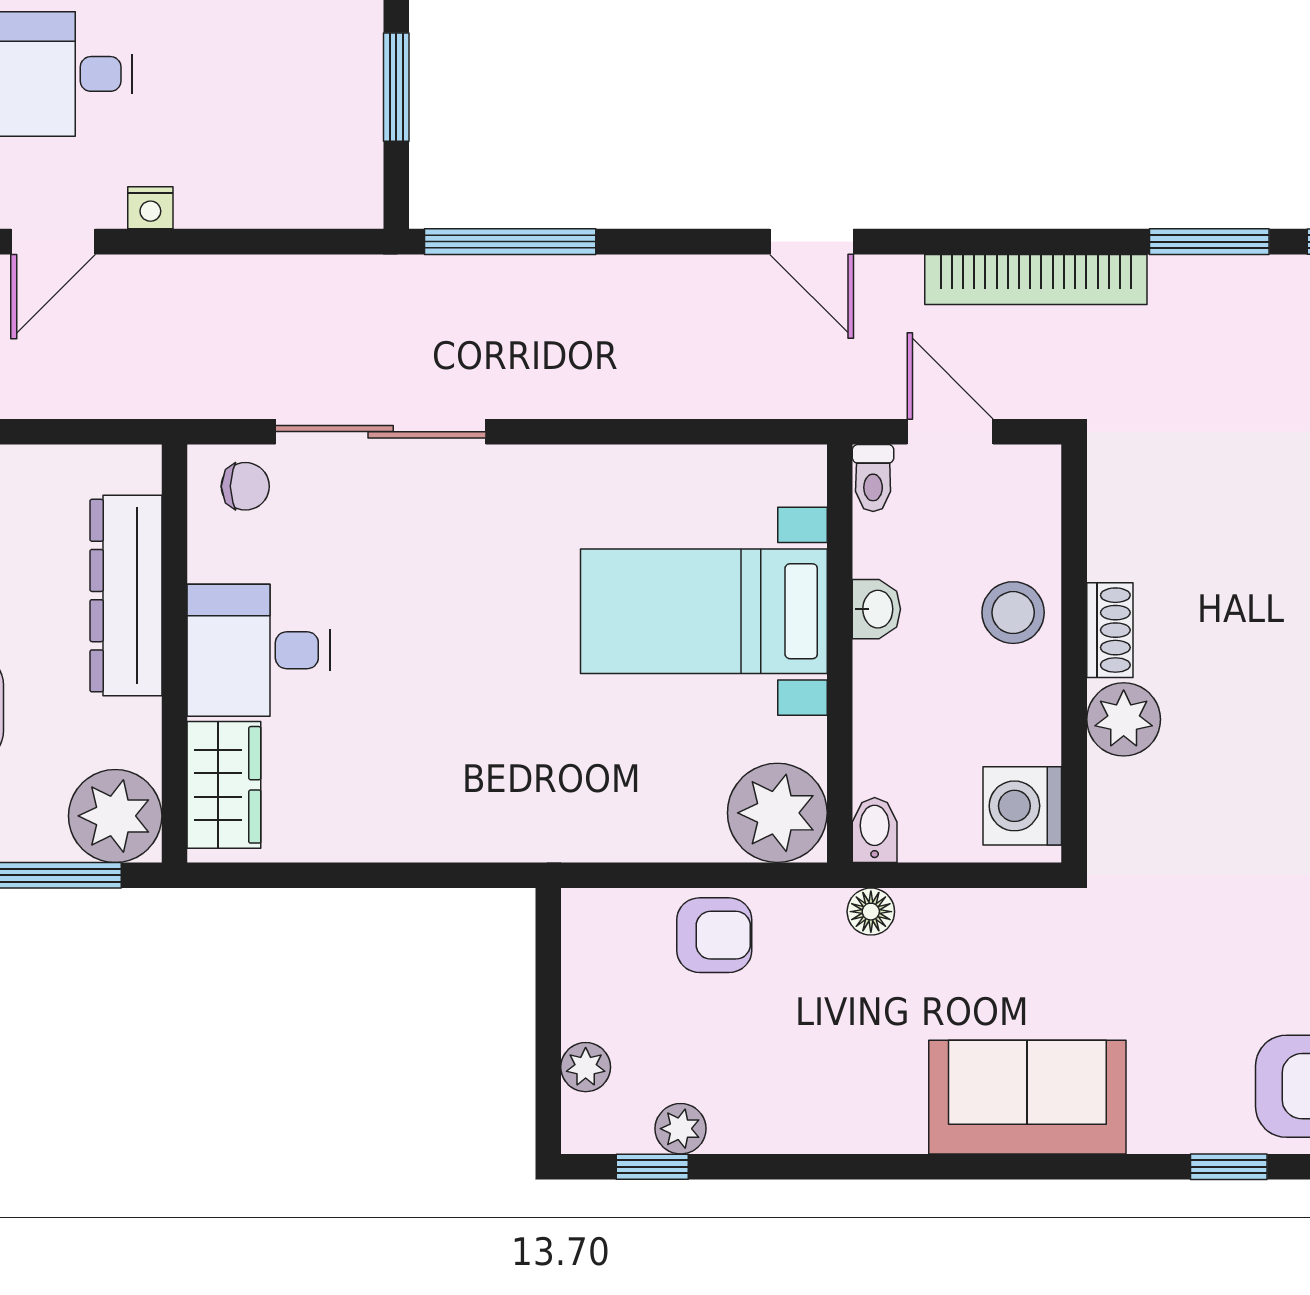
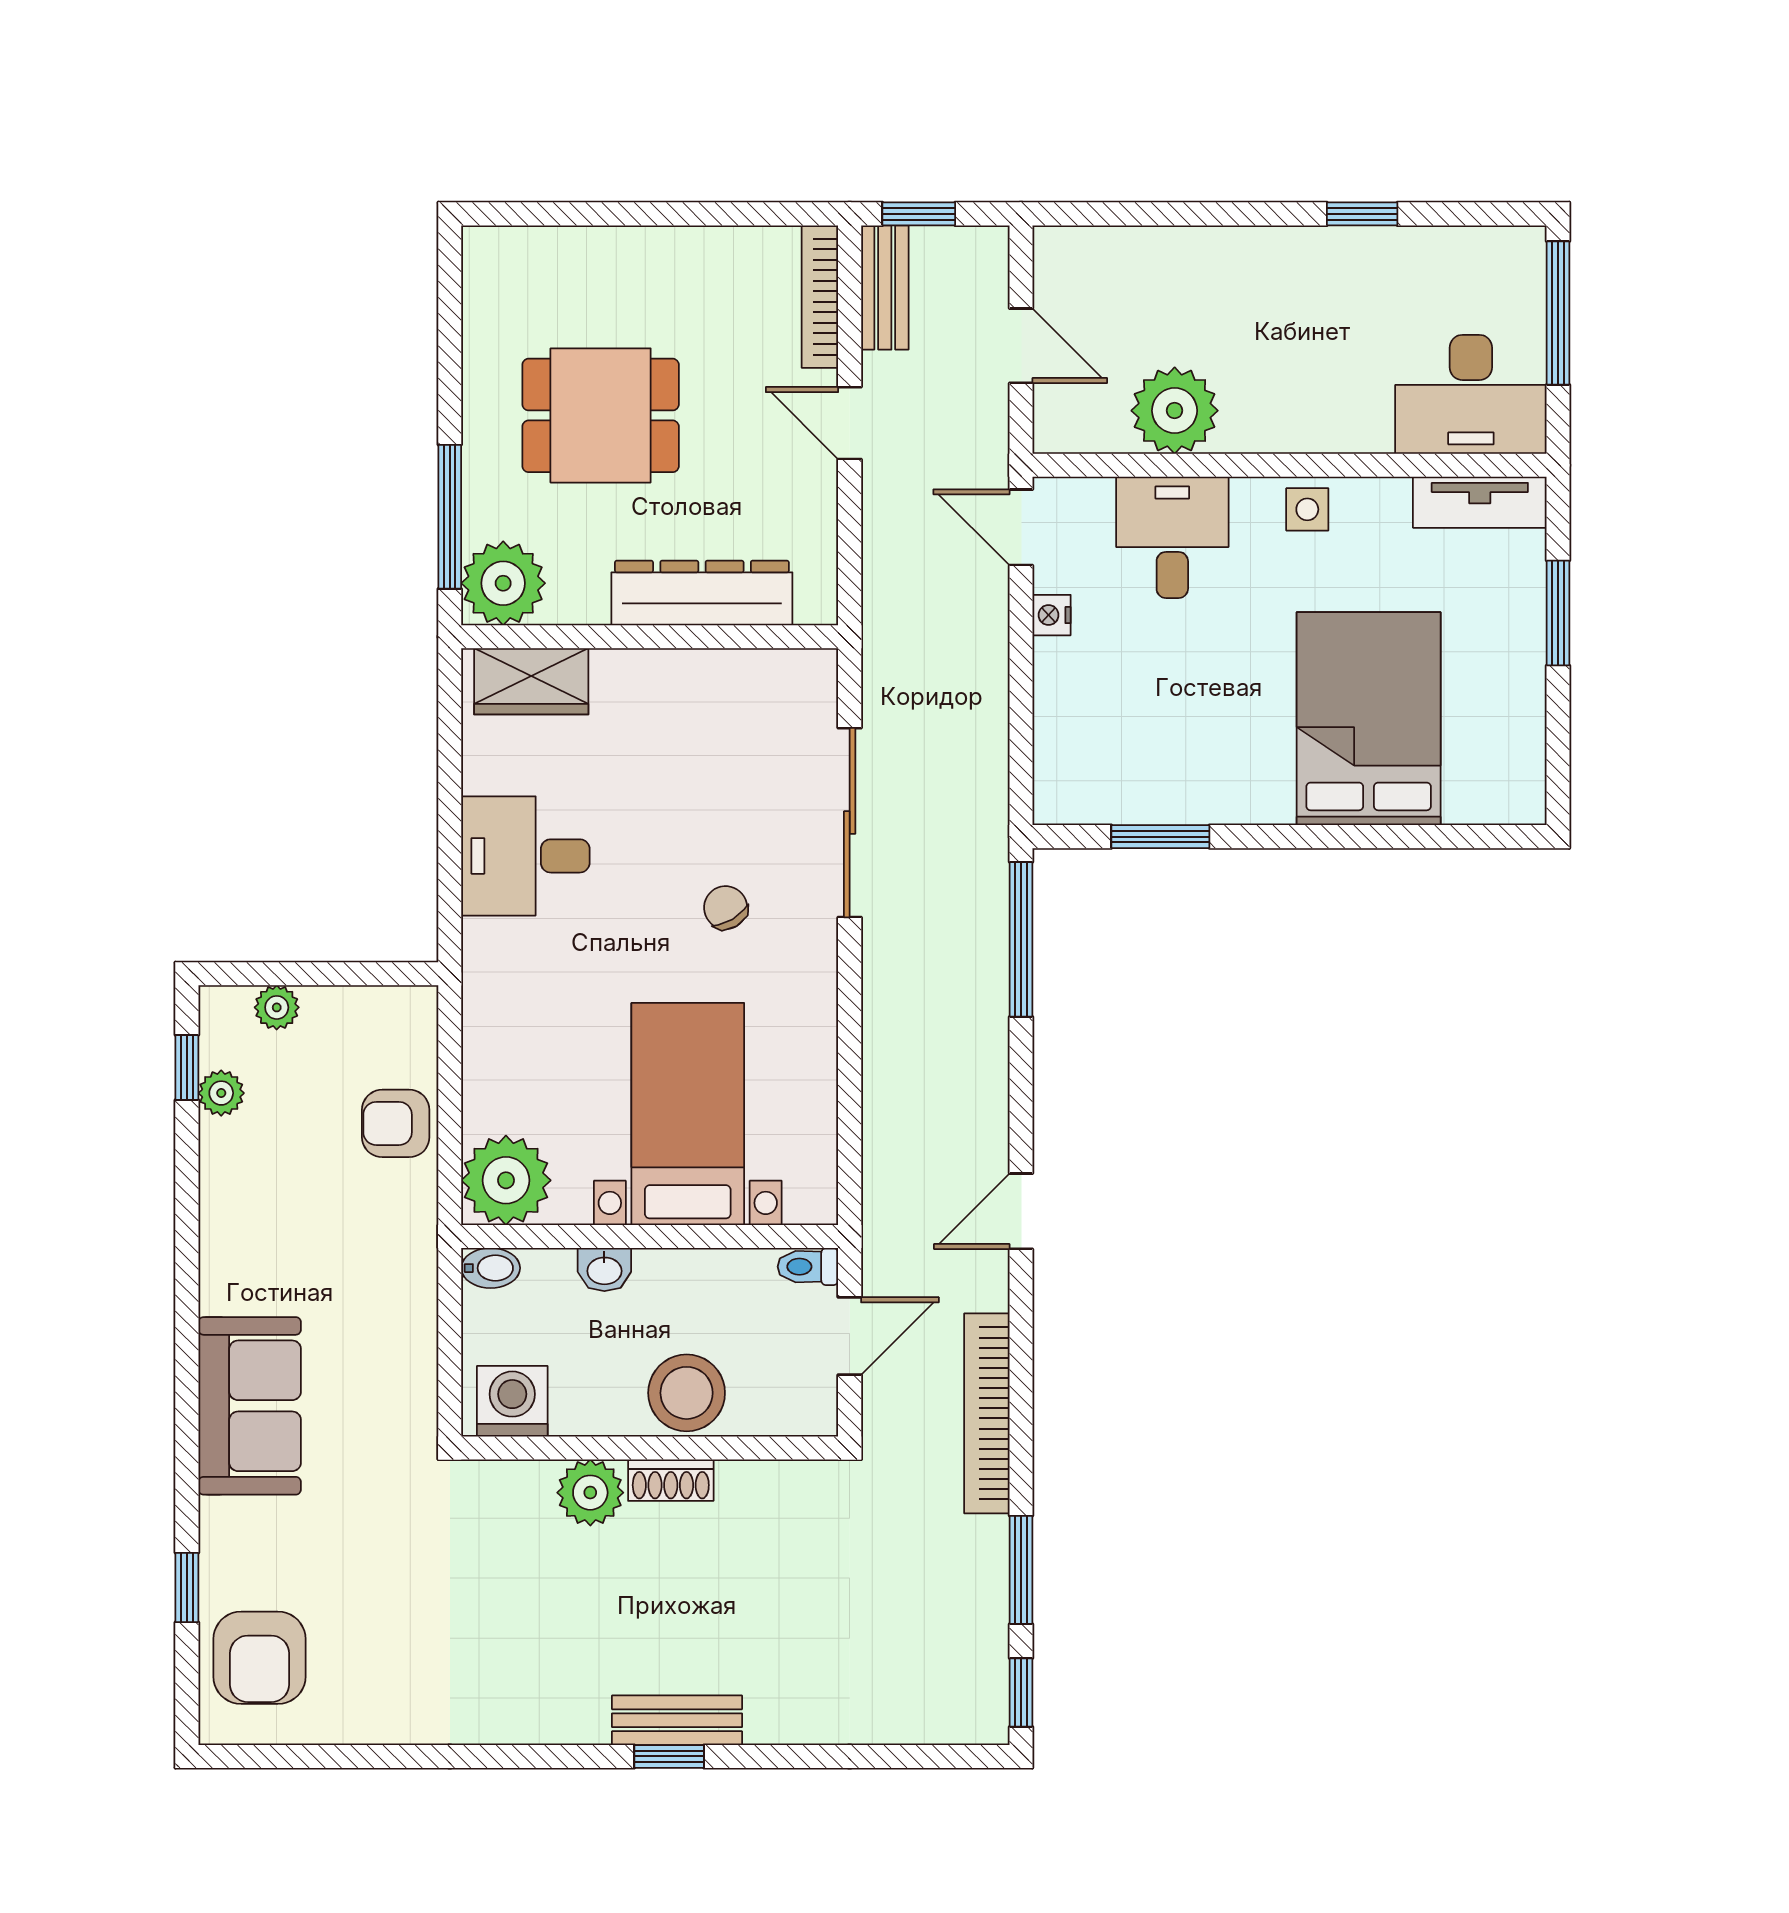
chair: (245, 486) -> (726, 908), moved, turned 149
washbasin: (876, 609) -> (604, 1270), moved
stool: (1013, 613) -> (687, 1393), width x1.38, depth x1.38
desk: (258, 650) -> (525, 856), moved, turned -90
floor lamp: (871, 912) -> (417, 1265), removed
armchair: (714, 935) -> (396, 1123), turned 90

